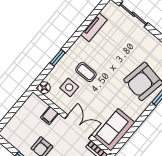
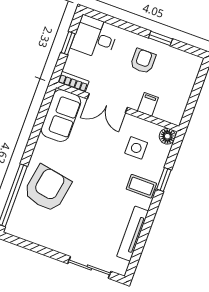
tv unit: (94, 27) -> (133, 234), width x1.41
coffee table: (86, 72) -> (141, 186), moved

